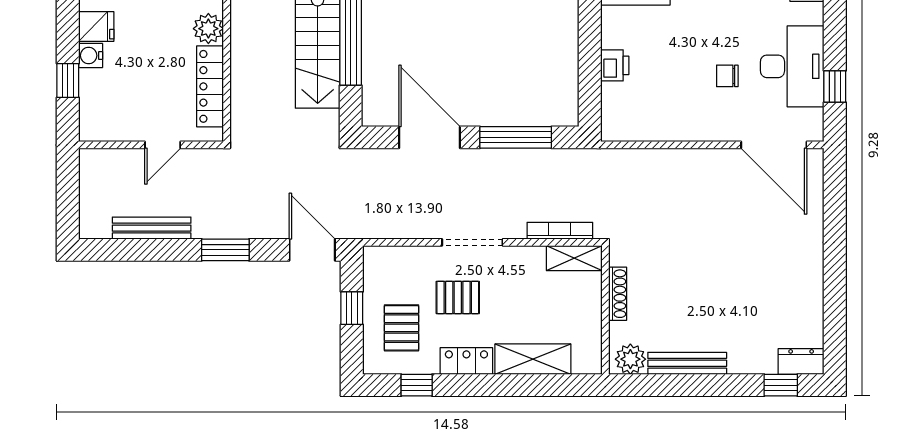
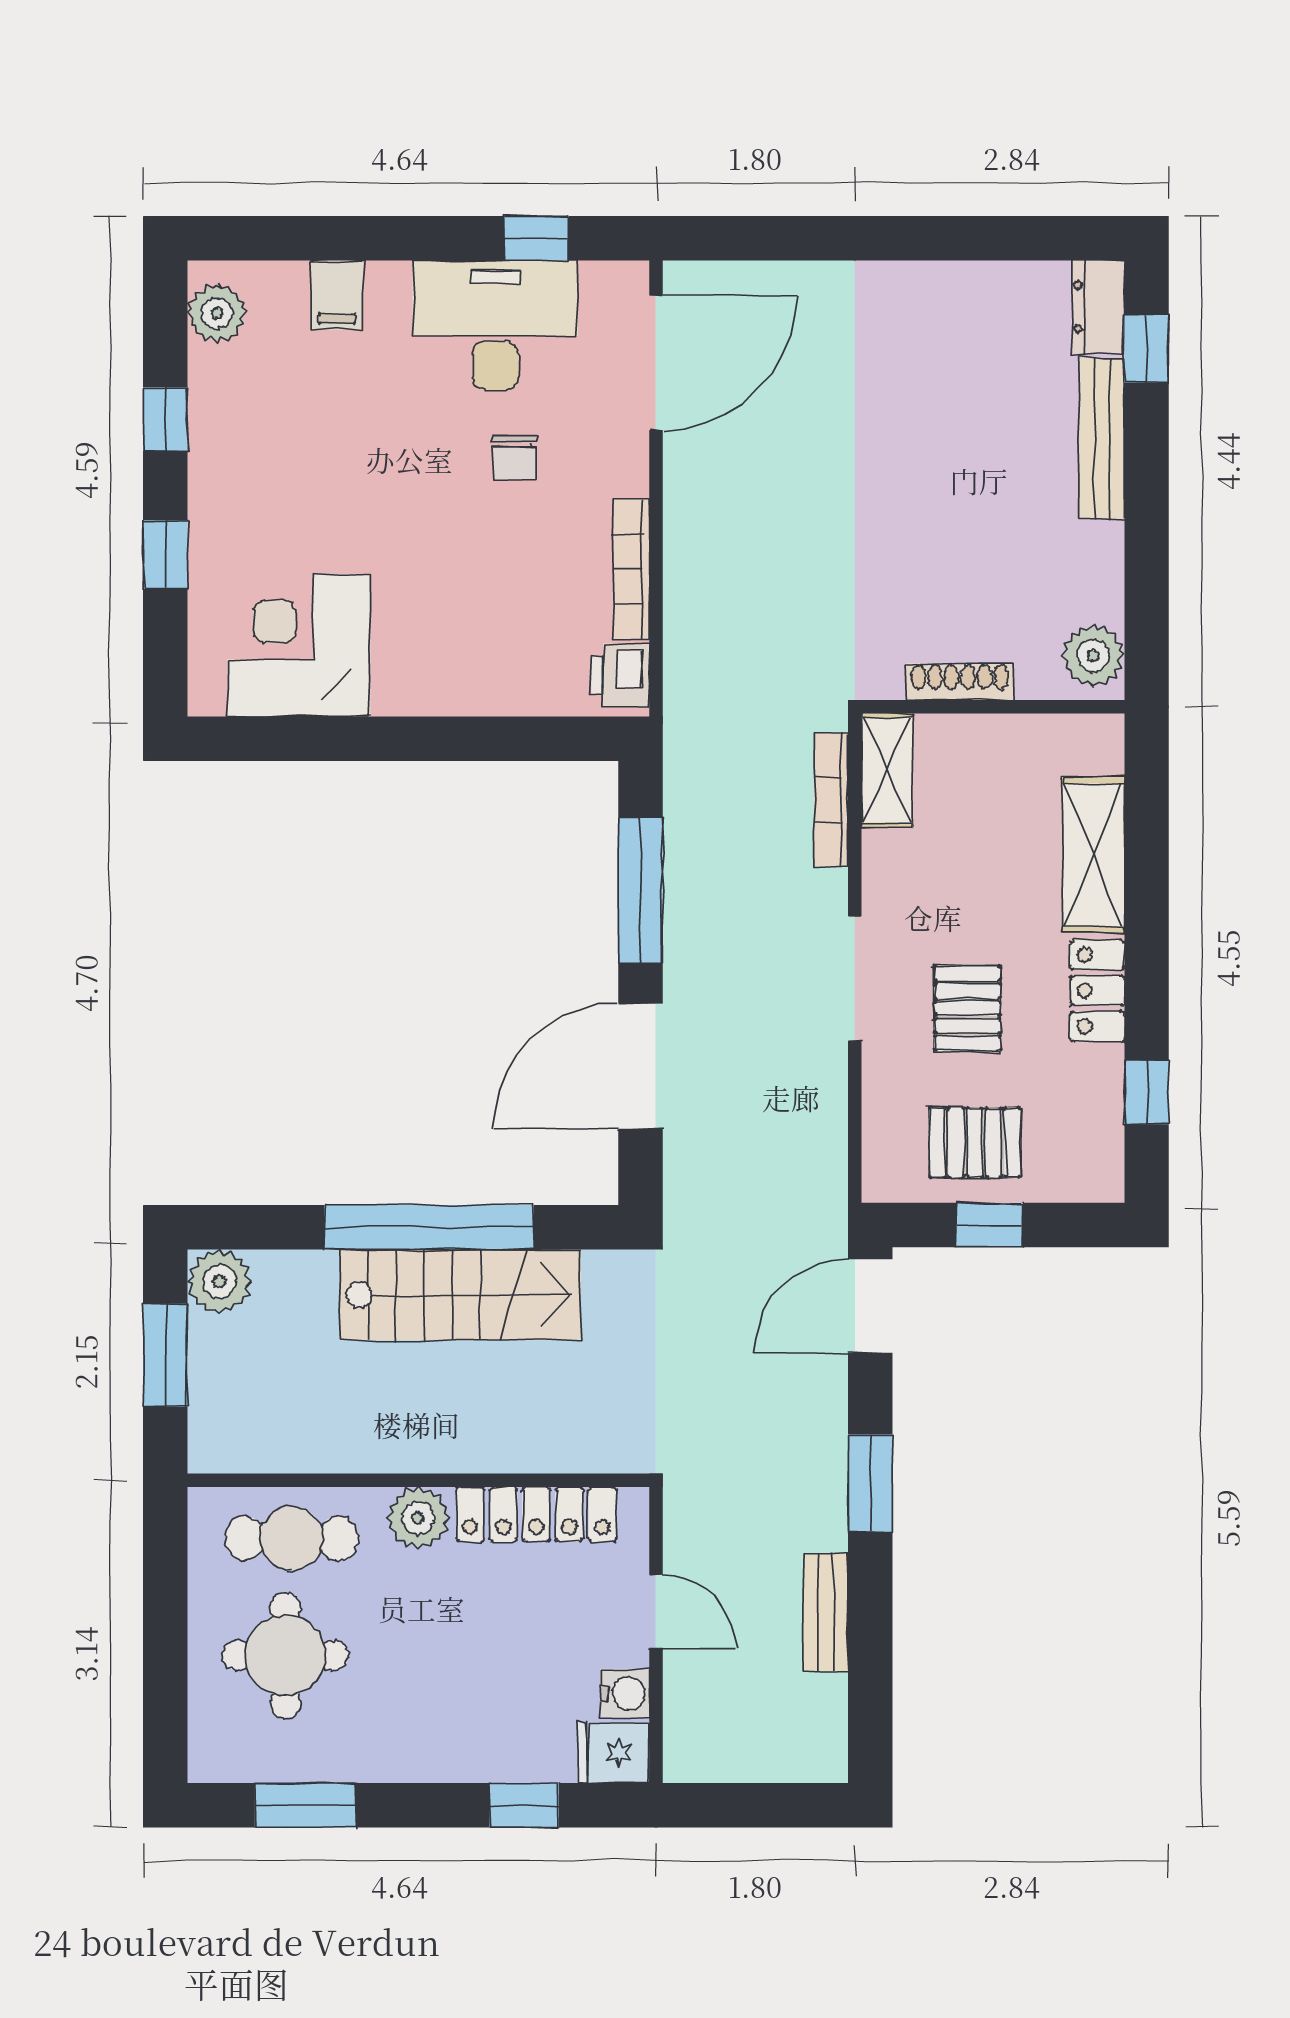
fridge: (96, 26) -> (613, 1753), moved, turned -90
water cooler: (91, 56) -> (625, 1694), moved, turned -90
printer: (615, 65) -> (620, 675), moved, turned -90
bookcase: (673, 133) -> (631, 569), added
bench: (152, 228) -> (826, 1612), width x0.73
pallet: (401, 328) -> (975, 1143), moved
bench: (687, 363) -> (1102, 439), moved

